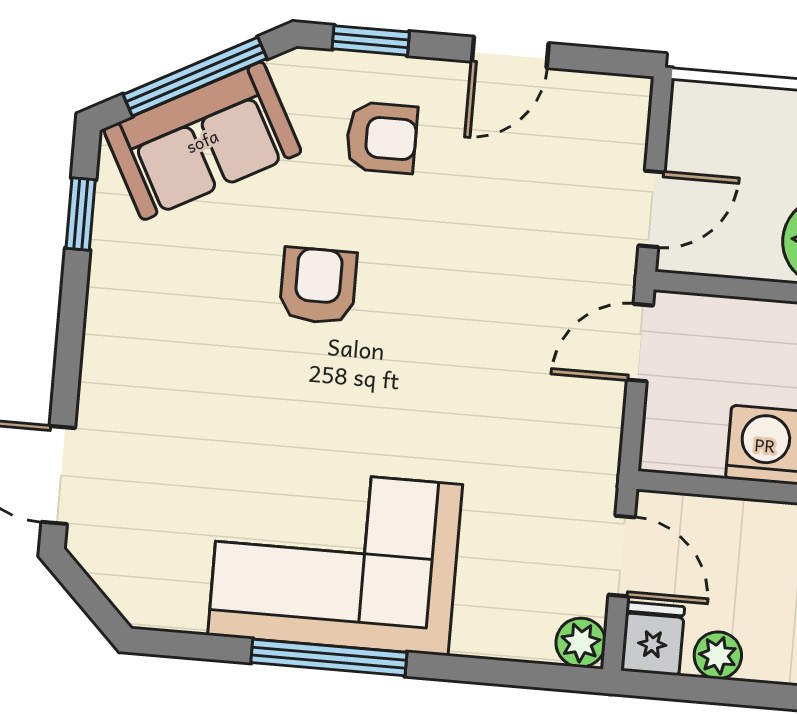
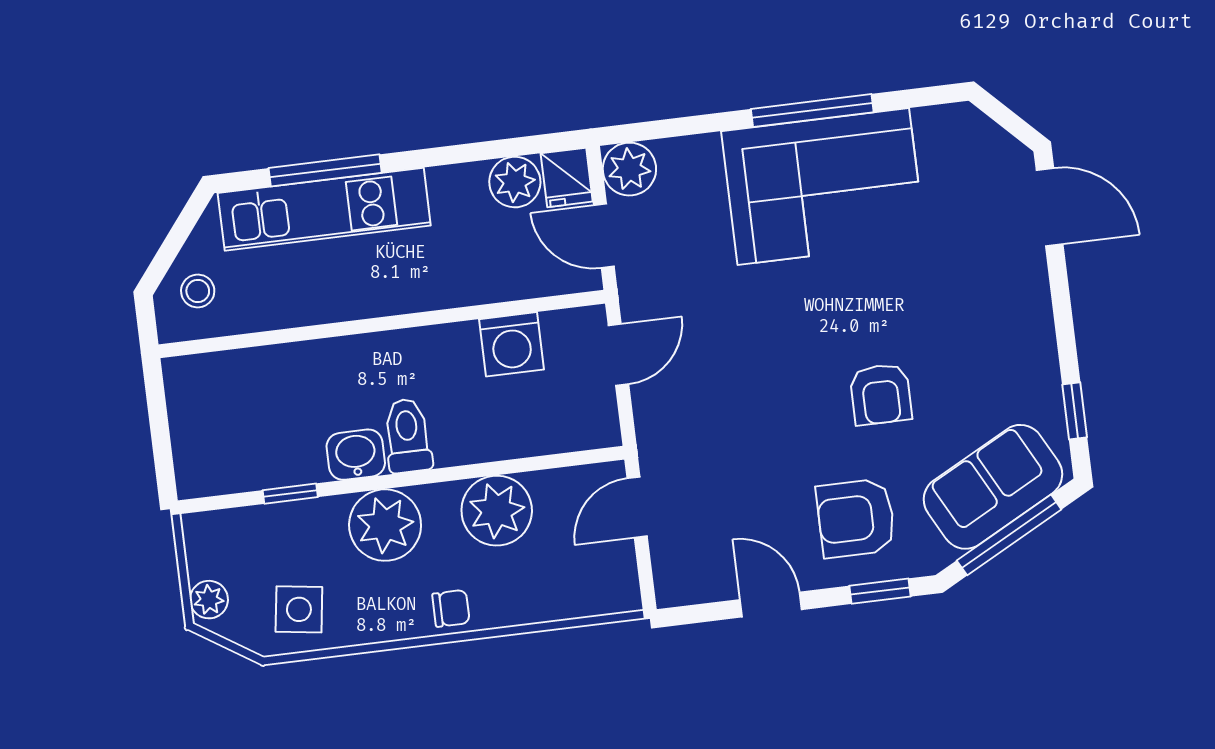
door: (510, 52) -> (771, 605), hinge flipped
armchair: (382, 138) -> (856, 518), width x1.38, depth x1.38
door: (640, 343) -> (618, 355), moved
plant: (581, 643) -> (629, 169), width x1.38, depth x1.38
plant: (718, 655) -> (515, 182), width x1.38, depth x1.38

